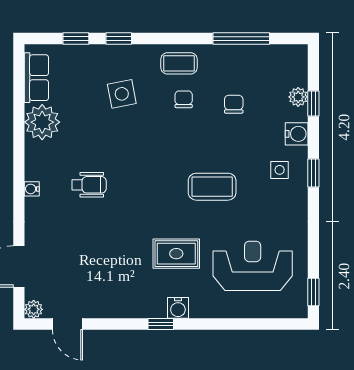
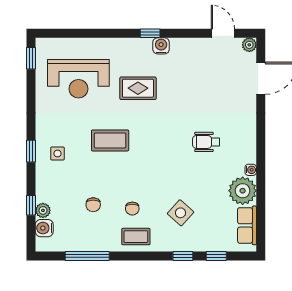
side table: (122, 94) -> (181, 213), turned -37
water cooler: (297, 134) -> (44, 228), moved
water cooler: (32, 189) -> (251, 170), moved
water cooler: (178, 308) -> (161, 46), moved

